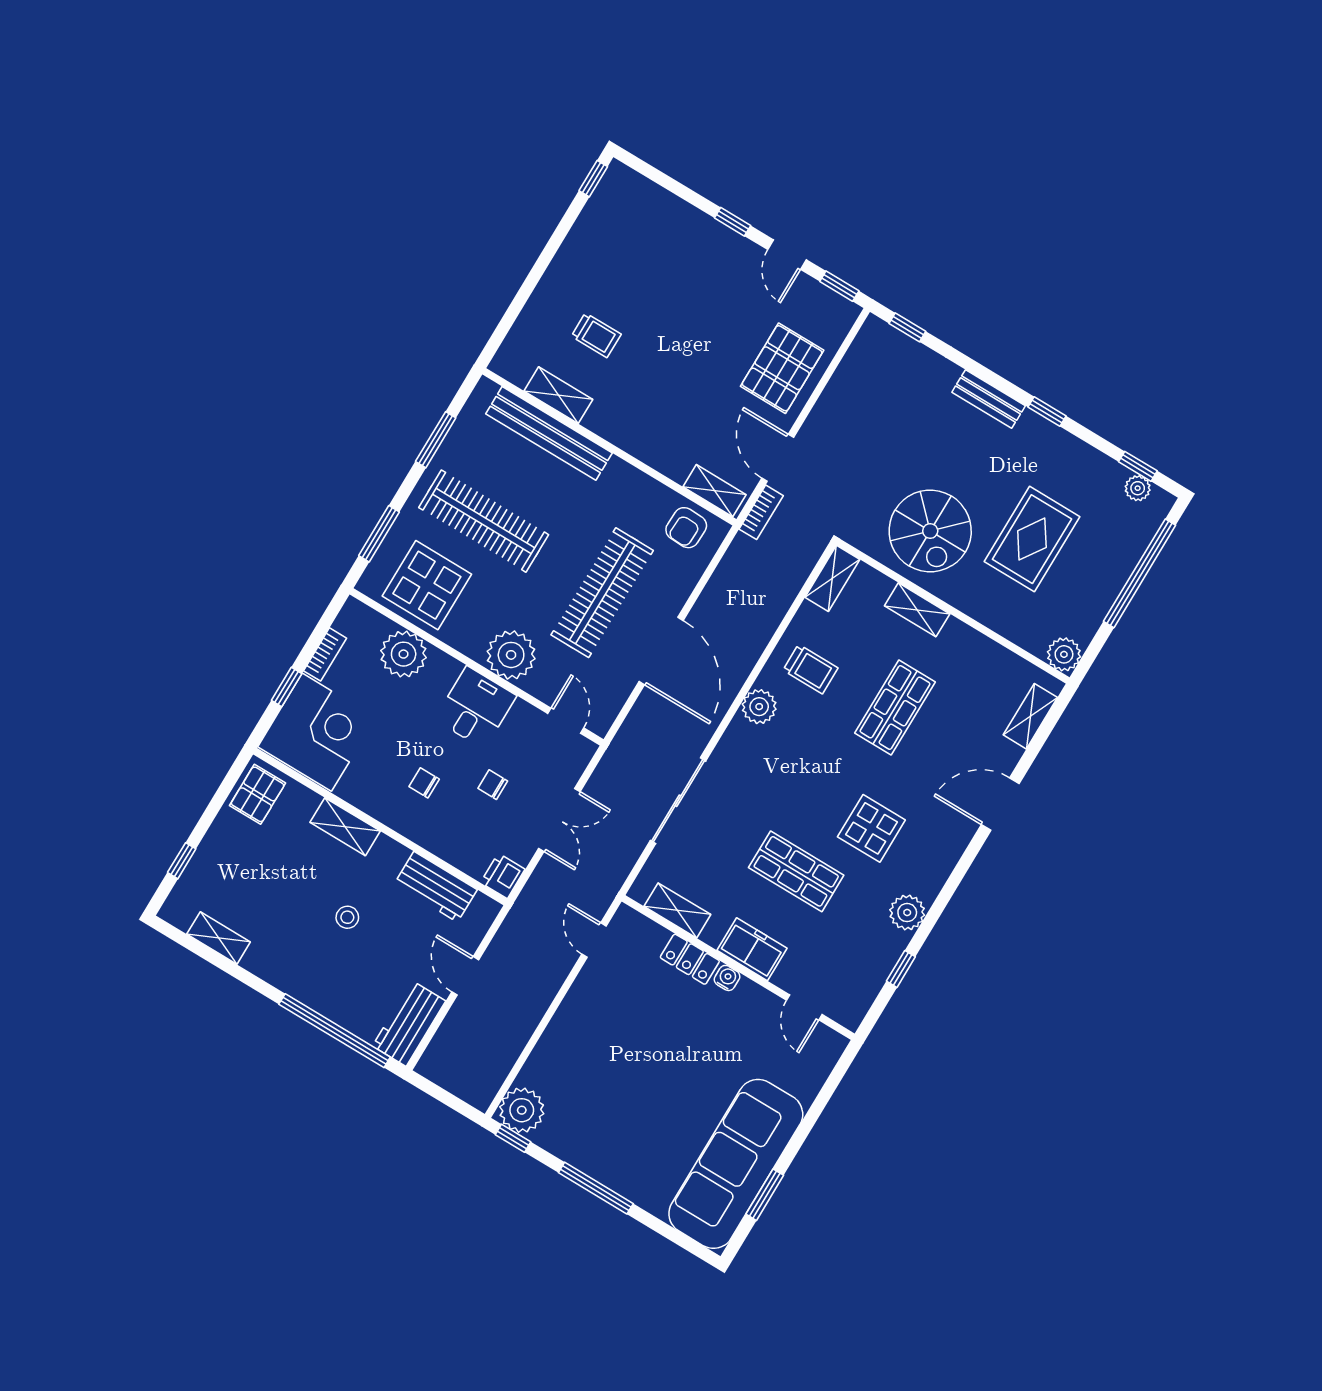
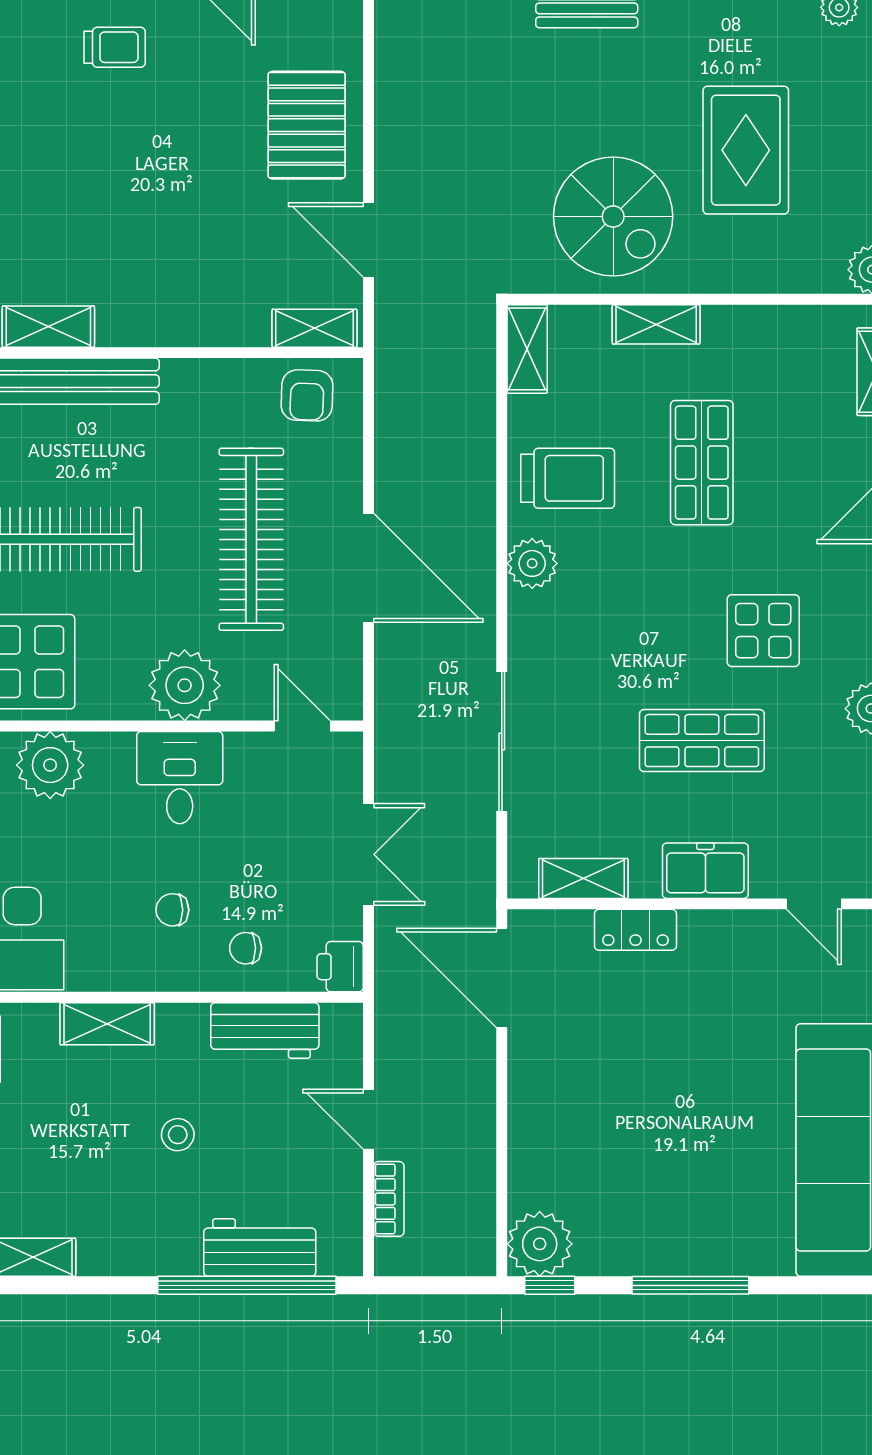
trolley: (596, 335) -> (115, 47), moved
bookcase: (761, 512) -> (389, 1199), moved
trolley: (810, 669) -> (568, 478), width x1.36, depth x1.39
chair: (493, 785) -> (246, 948), moved
door: (594, 940) -> (502, 978), width x1.88
water cooler: (727, 978) -> (696, 925), removed
workbench: (409, 1023) -> (260, 1248), moved, turned 90

